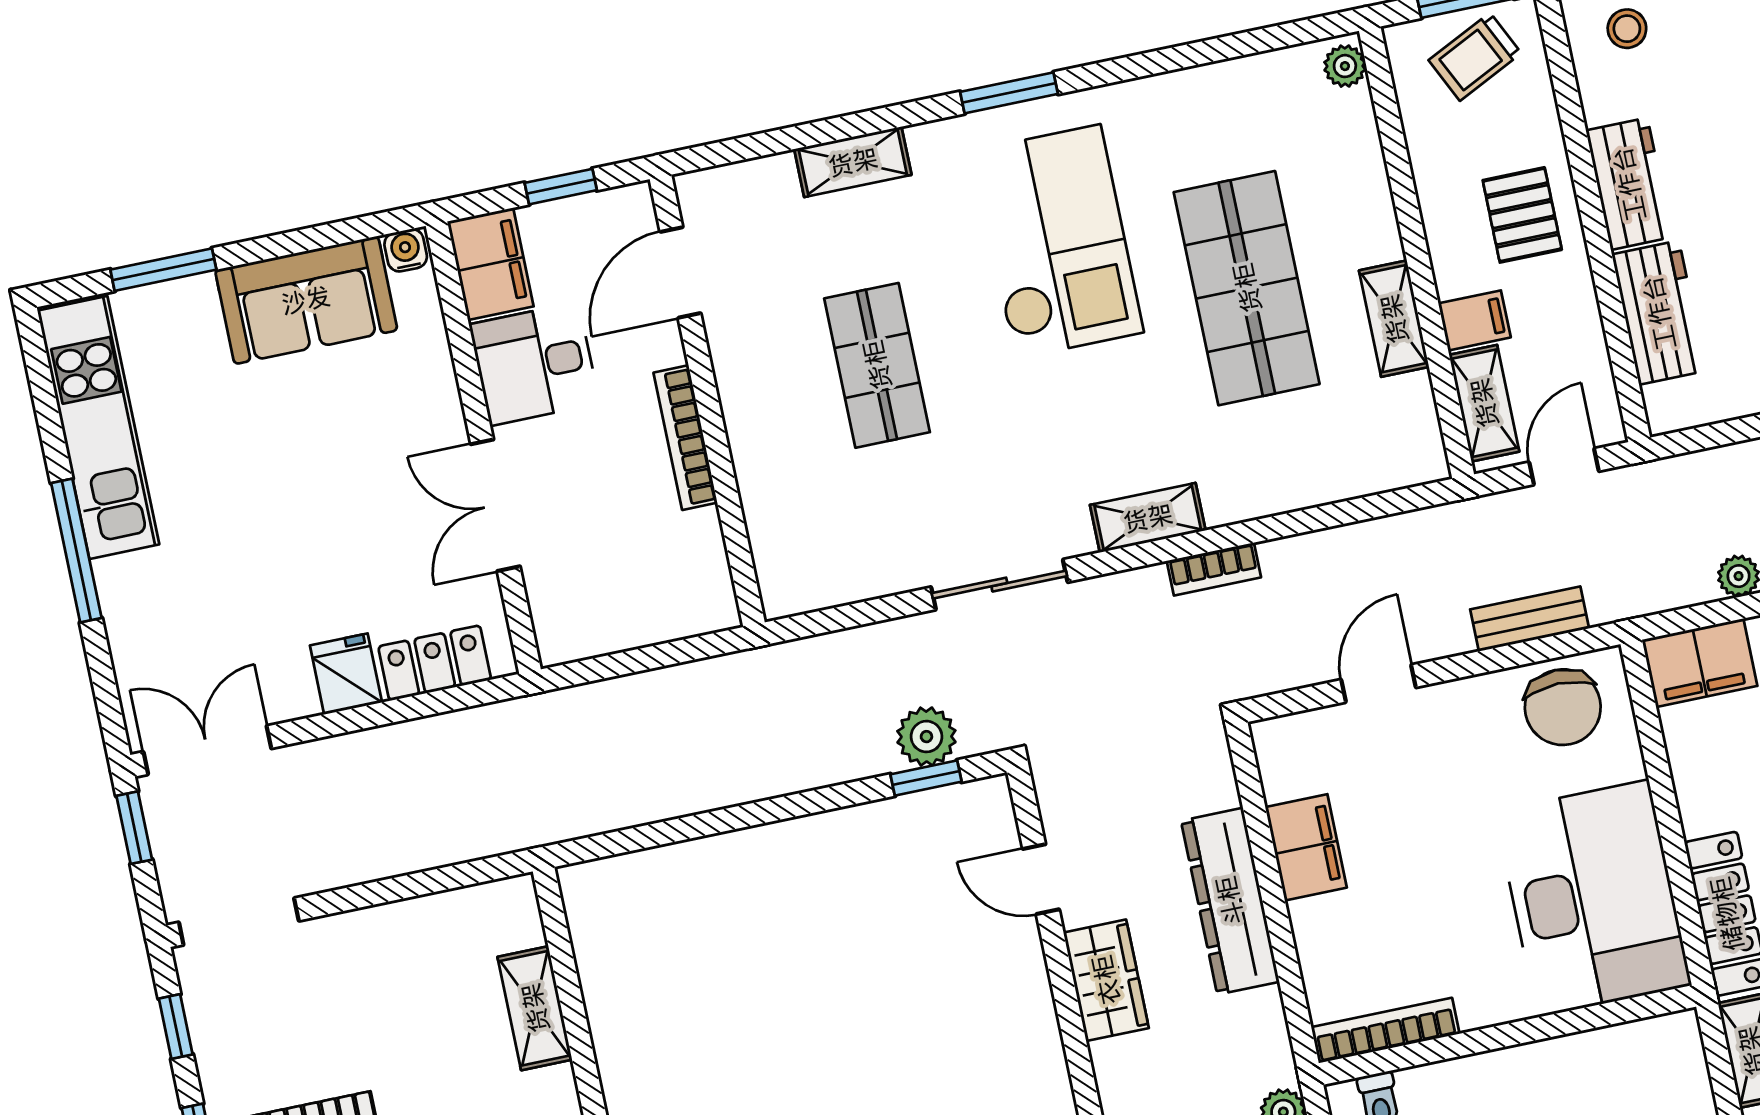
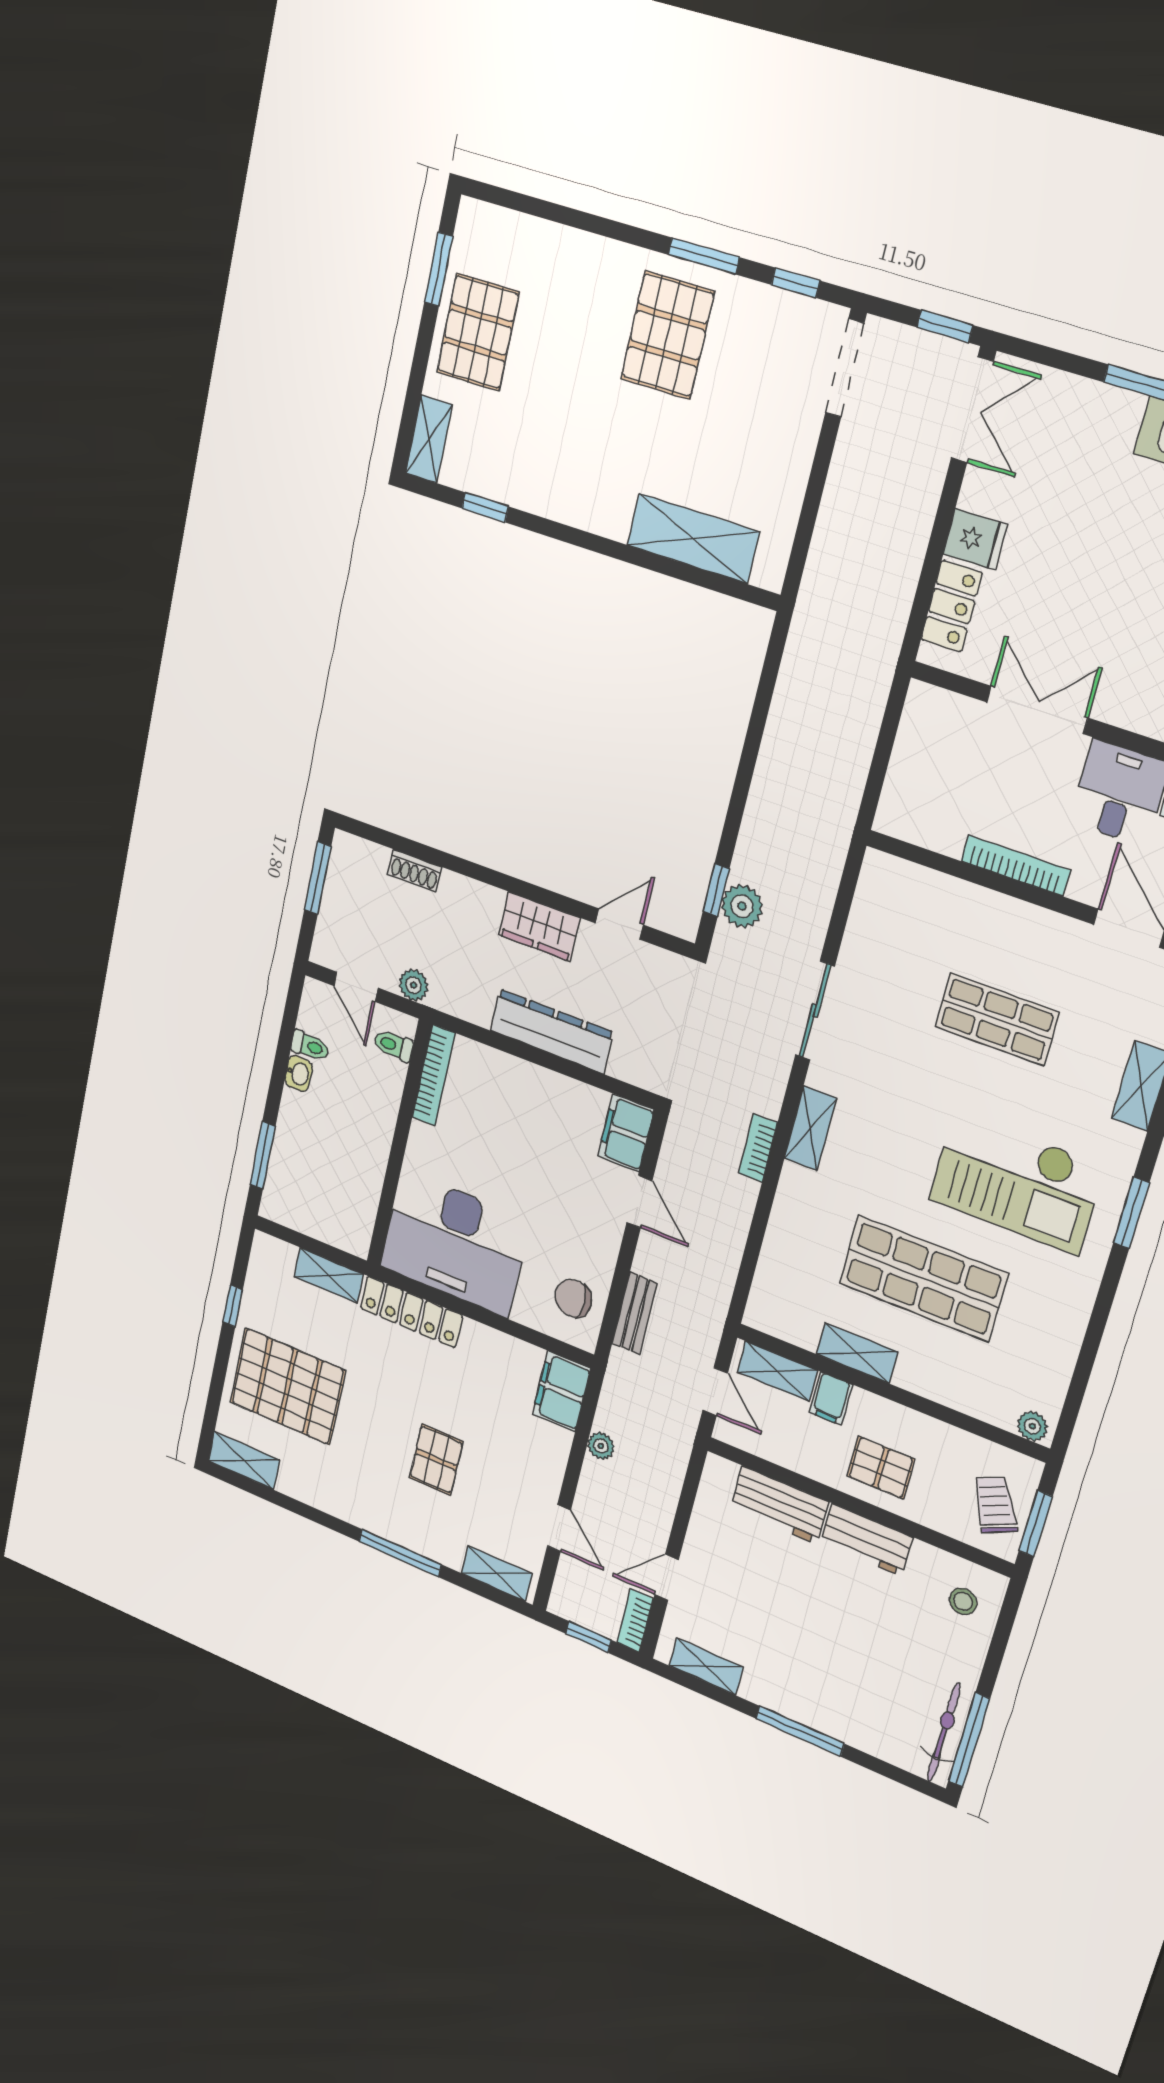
chair: (1563, 707) -> (573, 1298), width x0.73, depth x0.73
filing cabinet: (1306, 847) -> (626, 1133), moved, turned 90
shelving: (535, 1008) -> (693, 538), width x1.50, depth x1.33

